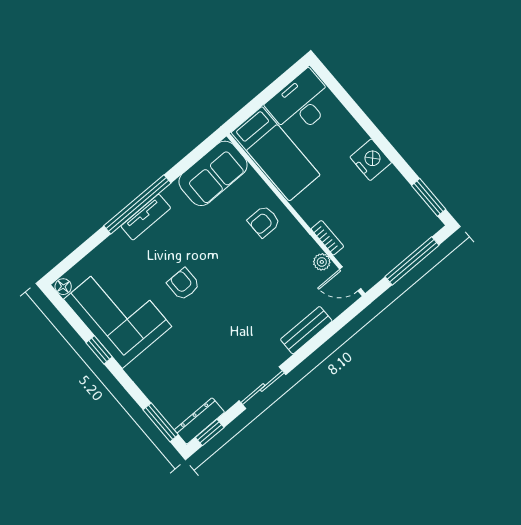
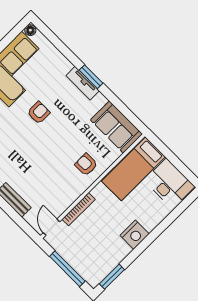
window: (137, 204) -> (91, 77), width x0.47
bookcase: (327, 238) -> (79, 209), width x1.56
plant: (322, 262) -> (62, 207), removed

